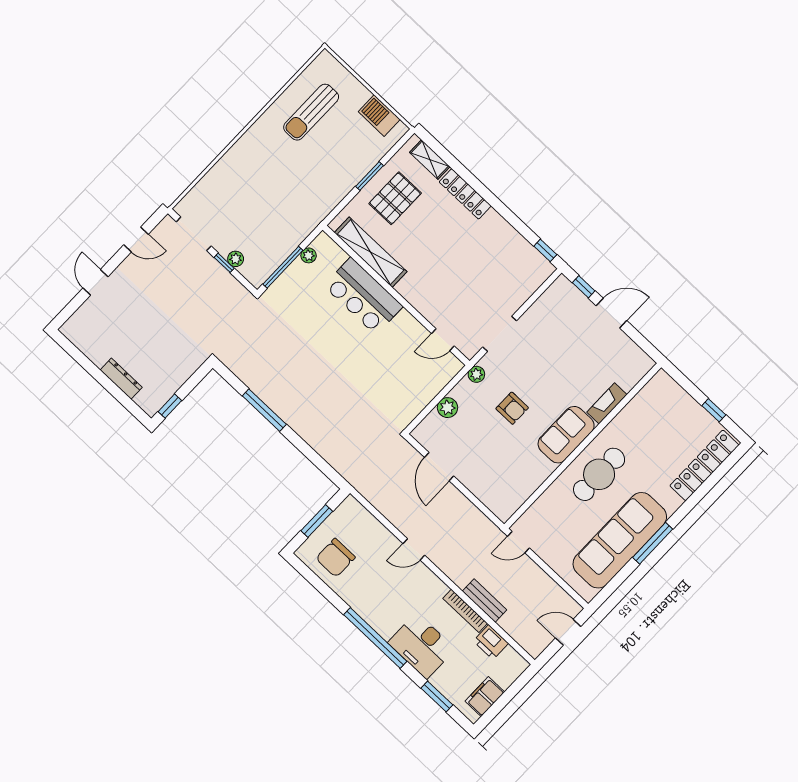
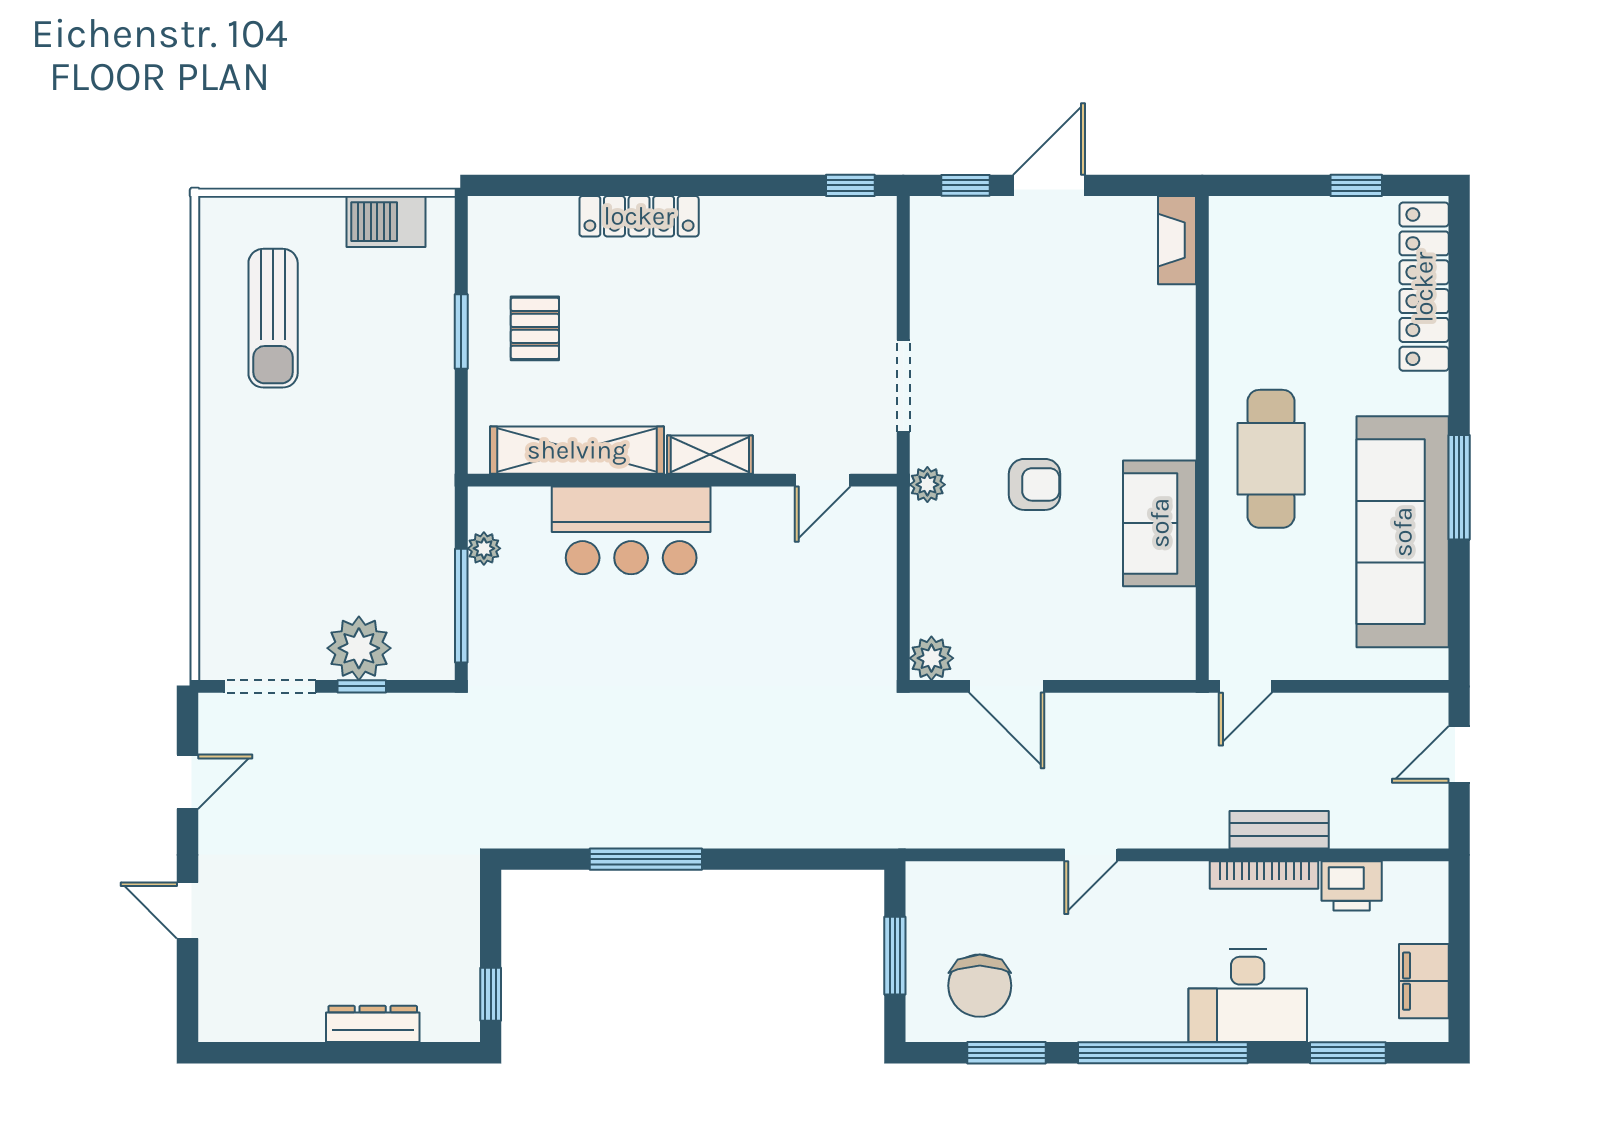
shelving: (430, 159) -> (710, 455), moved
pallet: (395, 198) -> (535, 328), width x0.67, depth x0.71
plant: (236, 259) -> (359, 648), width x1.88, depth x1.88
fireplace: (607, 403) -> (1177, 240), moved
plant: (447, 408) -> (931, 658), moved
sofa: (566, 435) -> (1160, 523), moved
window: (323, 589) -> (1006, 1053), added

